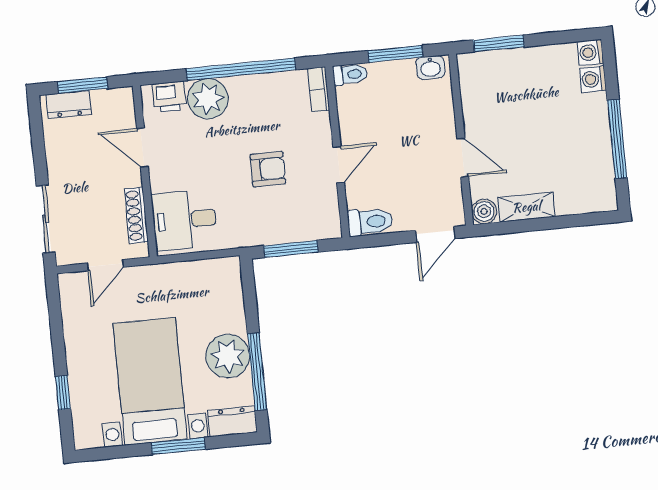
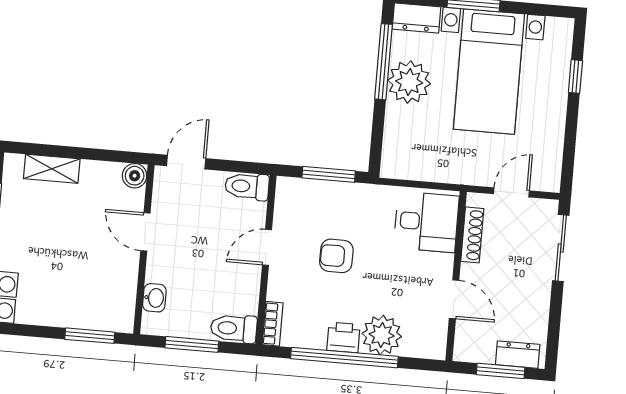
washbasin: (430, 68) -> (154, 298), moved, turned 90
toilet: (350, 74) -> (234, 328), width x1.37, depth x1.39
printer: (169, 97) -> (343, 337), moved
shelving: (526, 207) -> (52, 169), moved

